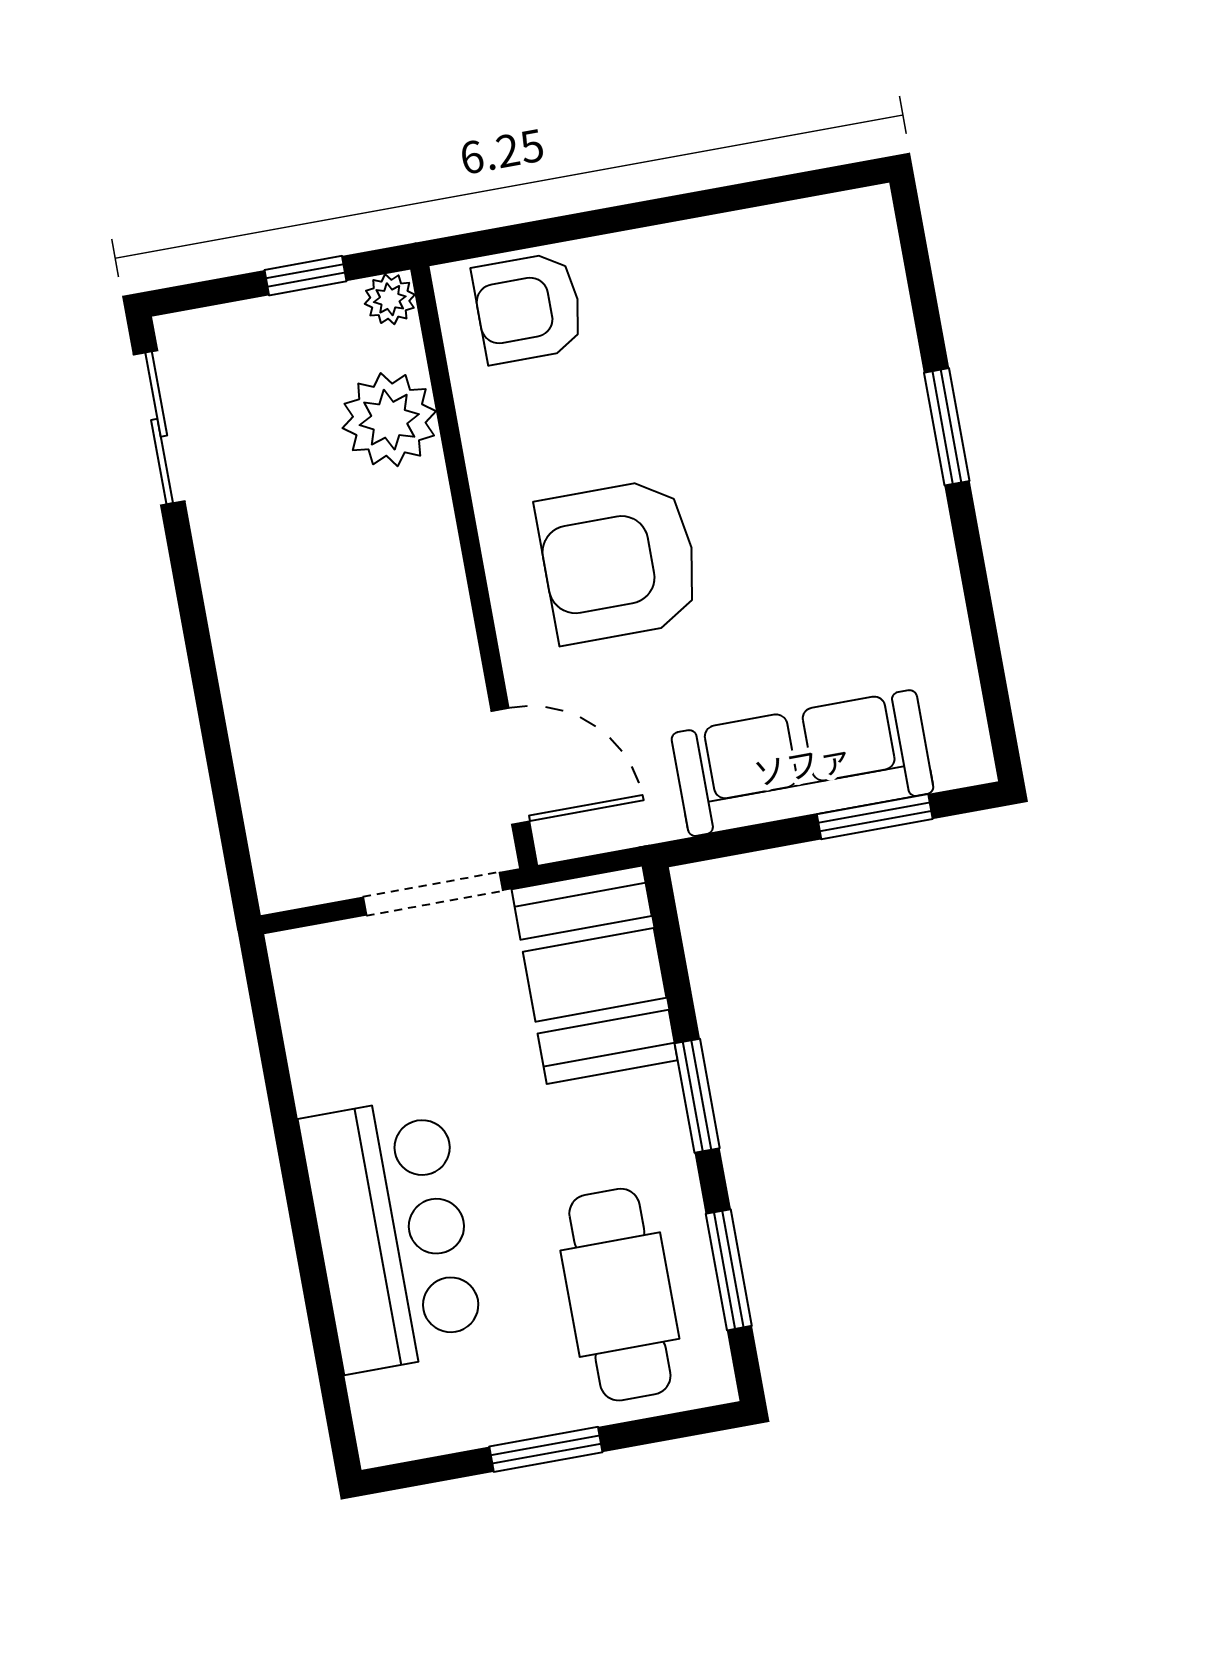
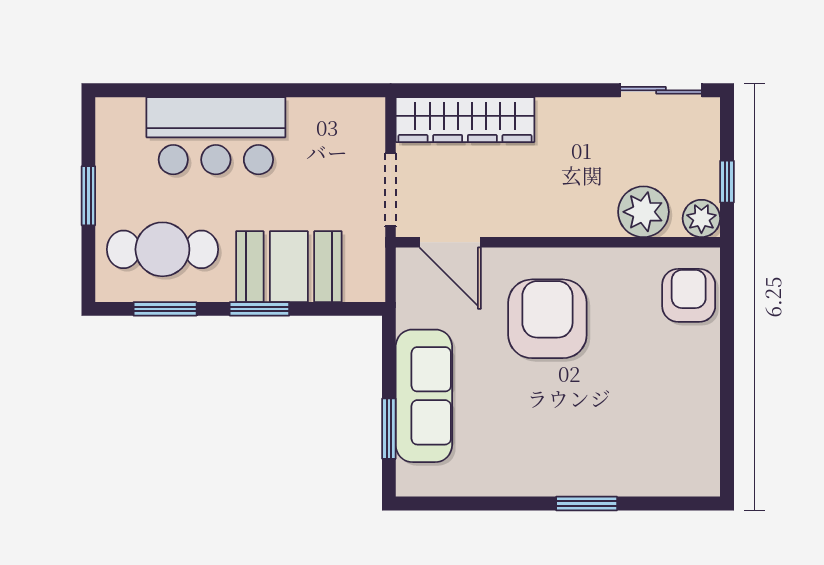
plant: (390, 299) -> (701, 218), width x1.38, depth x1.38
door: (510, 766) -> (450, 242), hinge flipped
wardrobe: (279, 780) -> (465, 120), added
booth: (595, 975) -> (289, 267), moved

